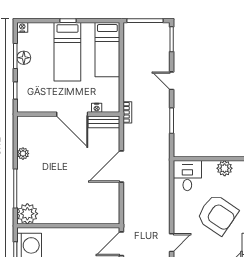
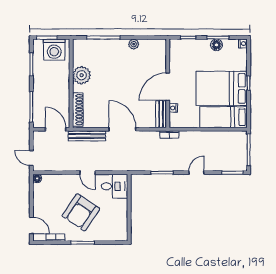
bed: (67, 52) -> (222, 88), width x1.50
plant: (225, 168) -> (121, 218), removed
bench: (129, 208) -> (87, 136), added
plant: (27, 214) -> (82, 75), moved
shoe rack: (99, 218) -> (78, 110), added
door: (172, 243) -> (87, 173), moved

